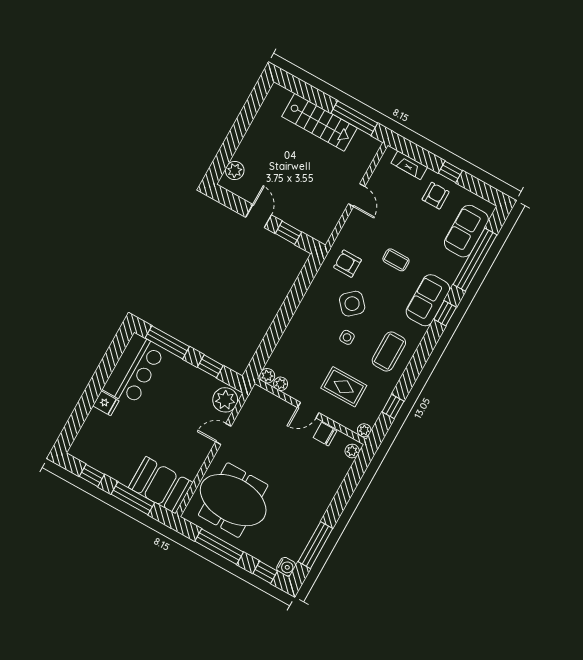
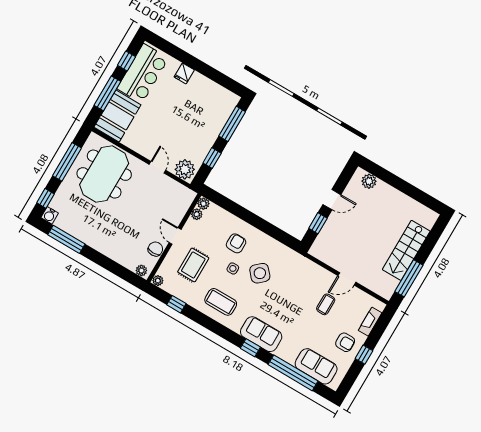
coffee table: (396, 260) -> (326, 304), moved
armchair: (348, 264) -> (236, 243), moved
bar counter: (134, 370) -> (143, 73), moved, turned -90

